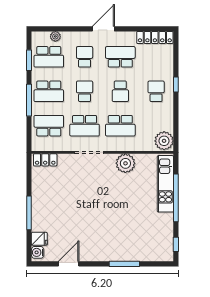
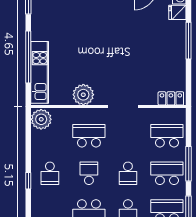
school desk: (49, 126) -> (167, 136), turned 180
school desk: (85, 126) -> (128, 136), removed

